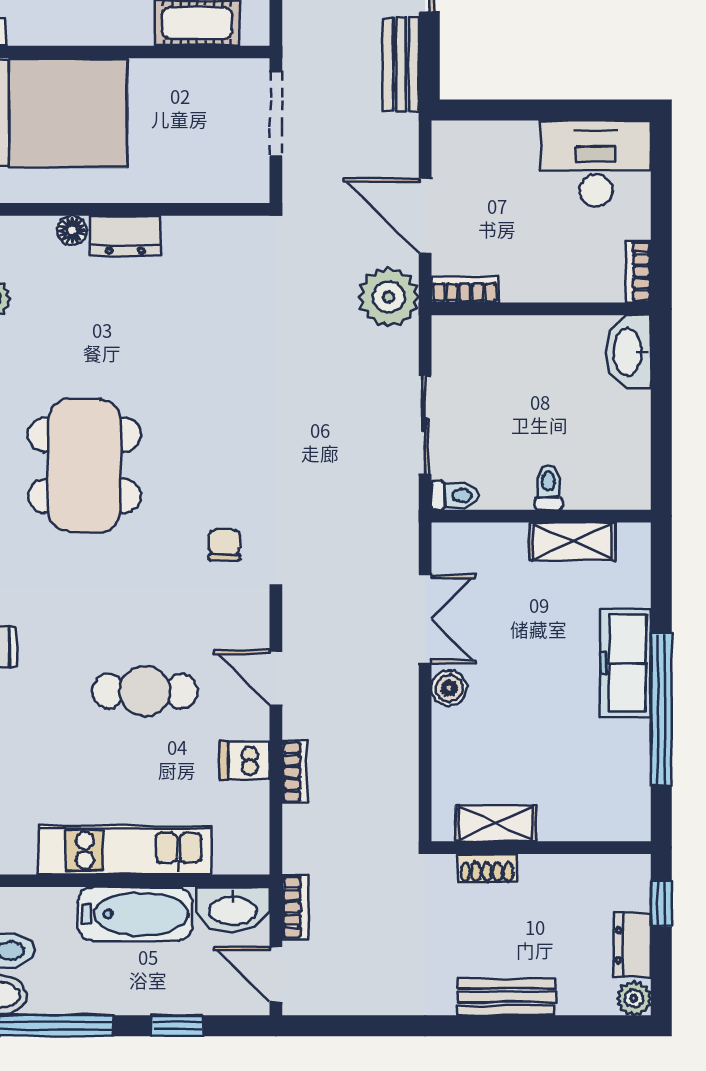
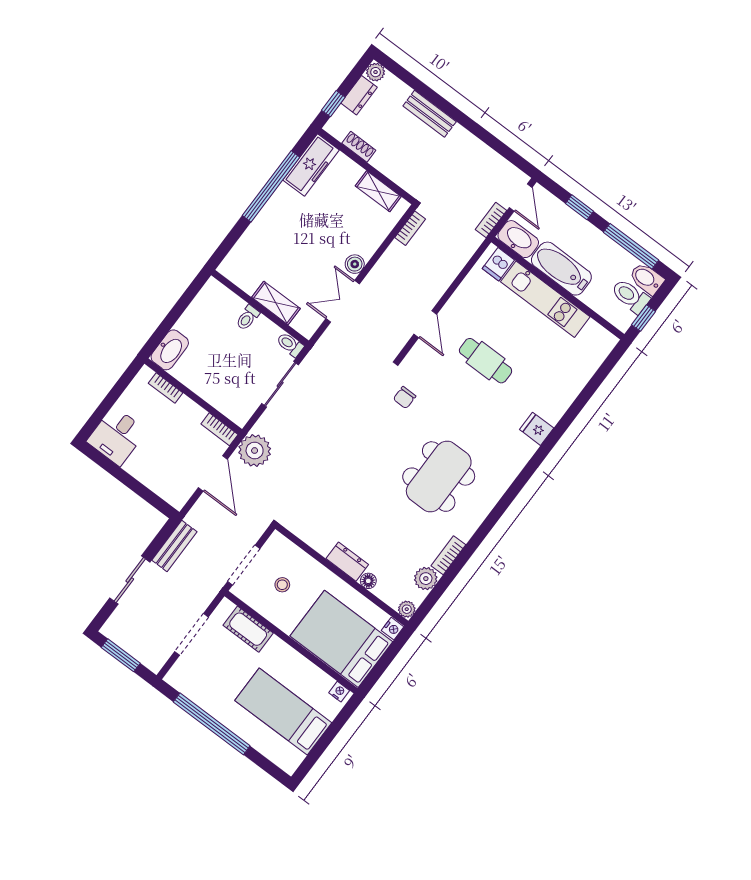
stool: (196, 128) -> (282, 585), added
desk: (596, 164) -> (117, 436), width x0.73
bookcase: (638, 271) -> (166, 388), moved, turned 90
shelving: (573, 541) -> (276, 303), moved
freezer: (626, 663) -> (311, 165), moved
dishwasher: (245, 761) -> (498, 264), moved, turned 90
bookcase: (295, 772) -> (410, 228), moved, turned 180
shoe rack: (487, 868) -> (359, 147), moved

